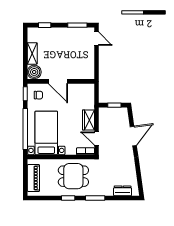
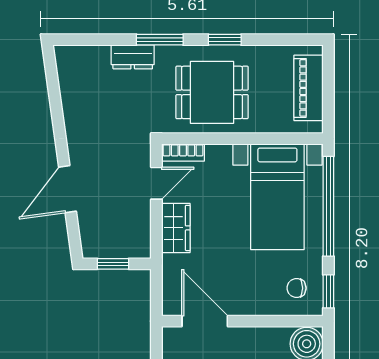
door: (58, 81) -> (205, 321), moved
door: (96, 139) -> (156, 183), hinge flipped
dresser: (123, 191) -> (133, 57), moved

